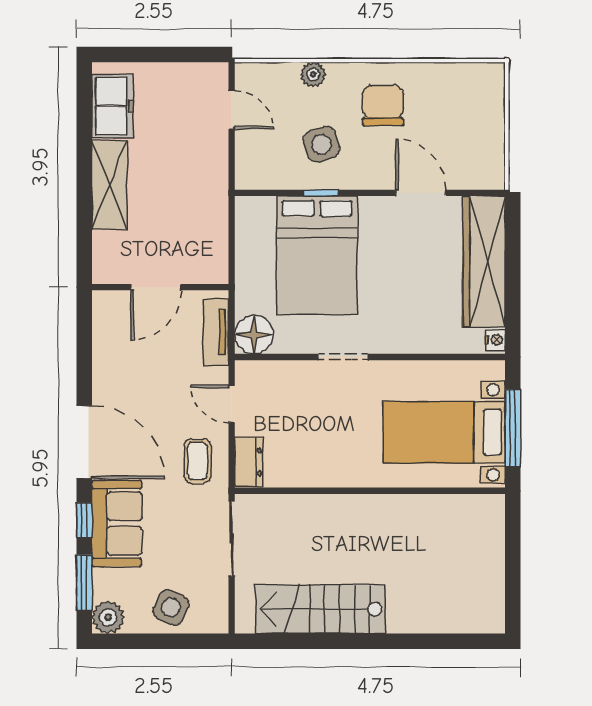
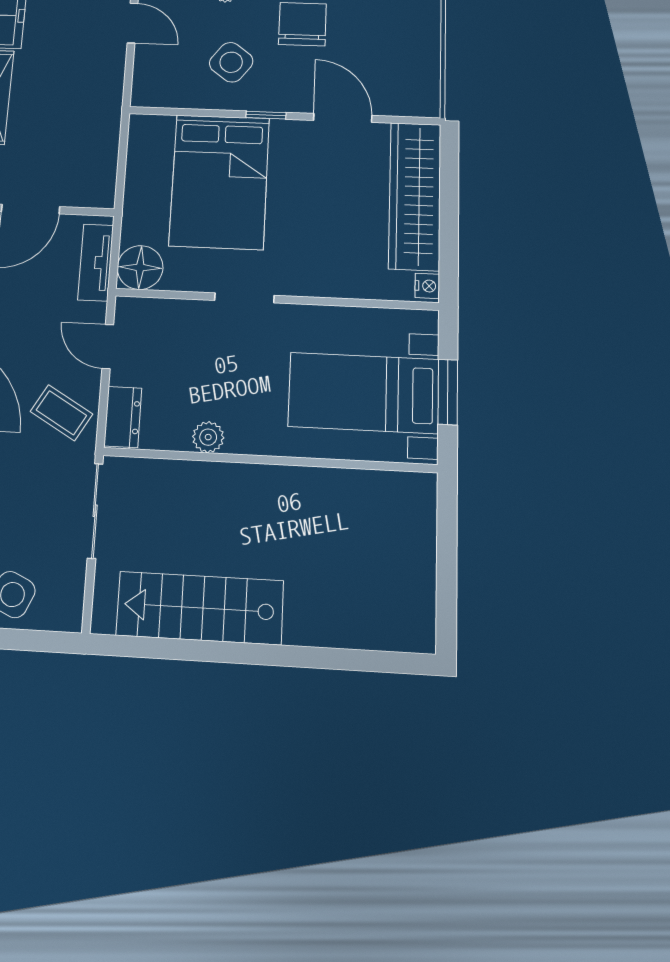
side table: (322, 144) -> (231, 62), turned -36
window: (321, 193) -> (266, 115), moved
window: (513, 428) -> (448, 392), width x0.69
coffee table: (198, 461) -> (61, 413), turned -60
plant: (319, 475) -> (208, 437), added

